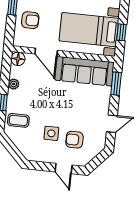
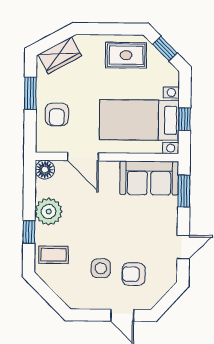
armchair: (30, 20) -> (57, 114), turned 90
sofa: (85, 71) -> (149, 178), width x0.73
plant: (14, 84) -> (49, 212), width x1.88, depth x1.88

